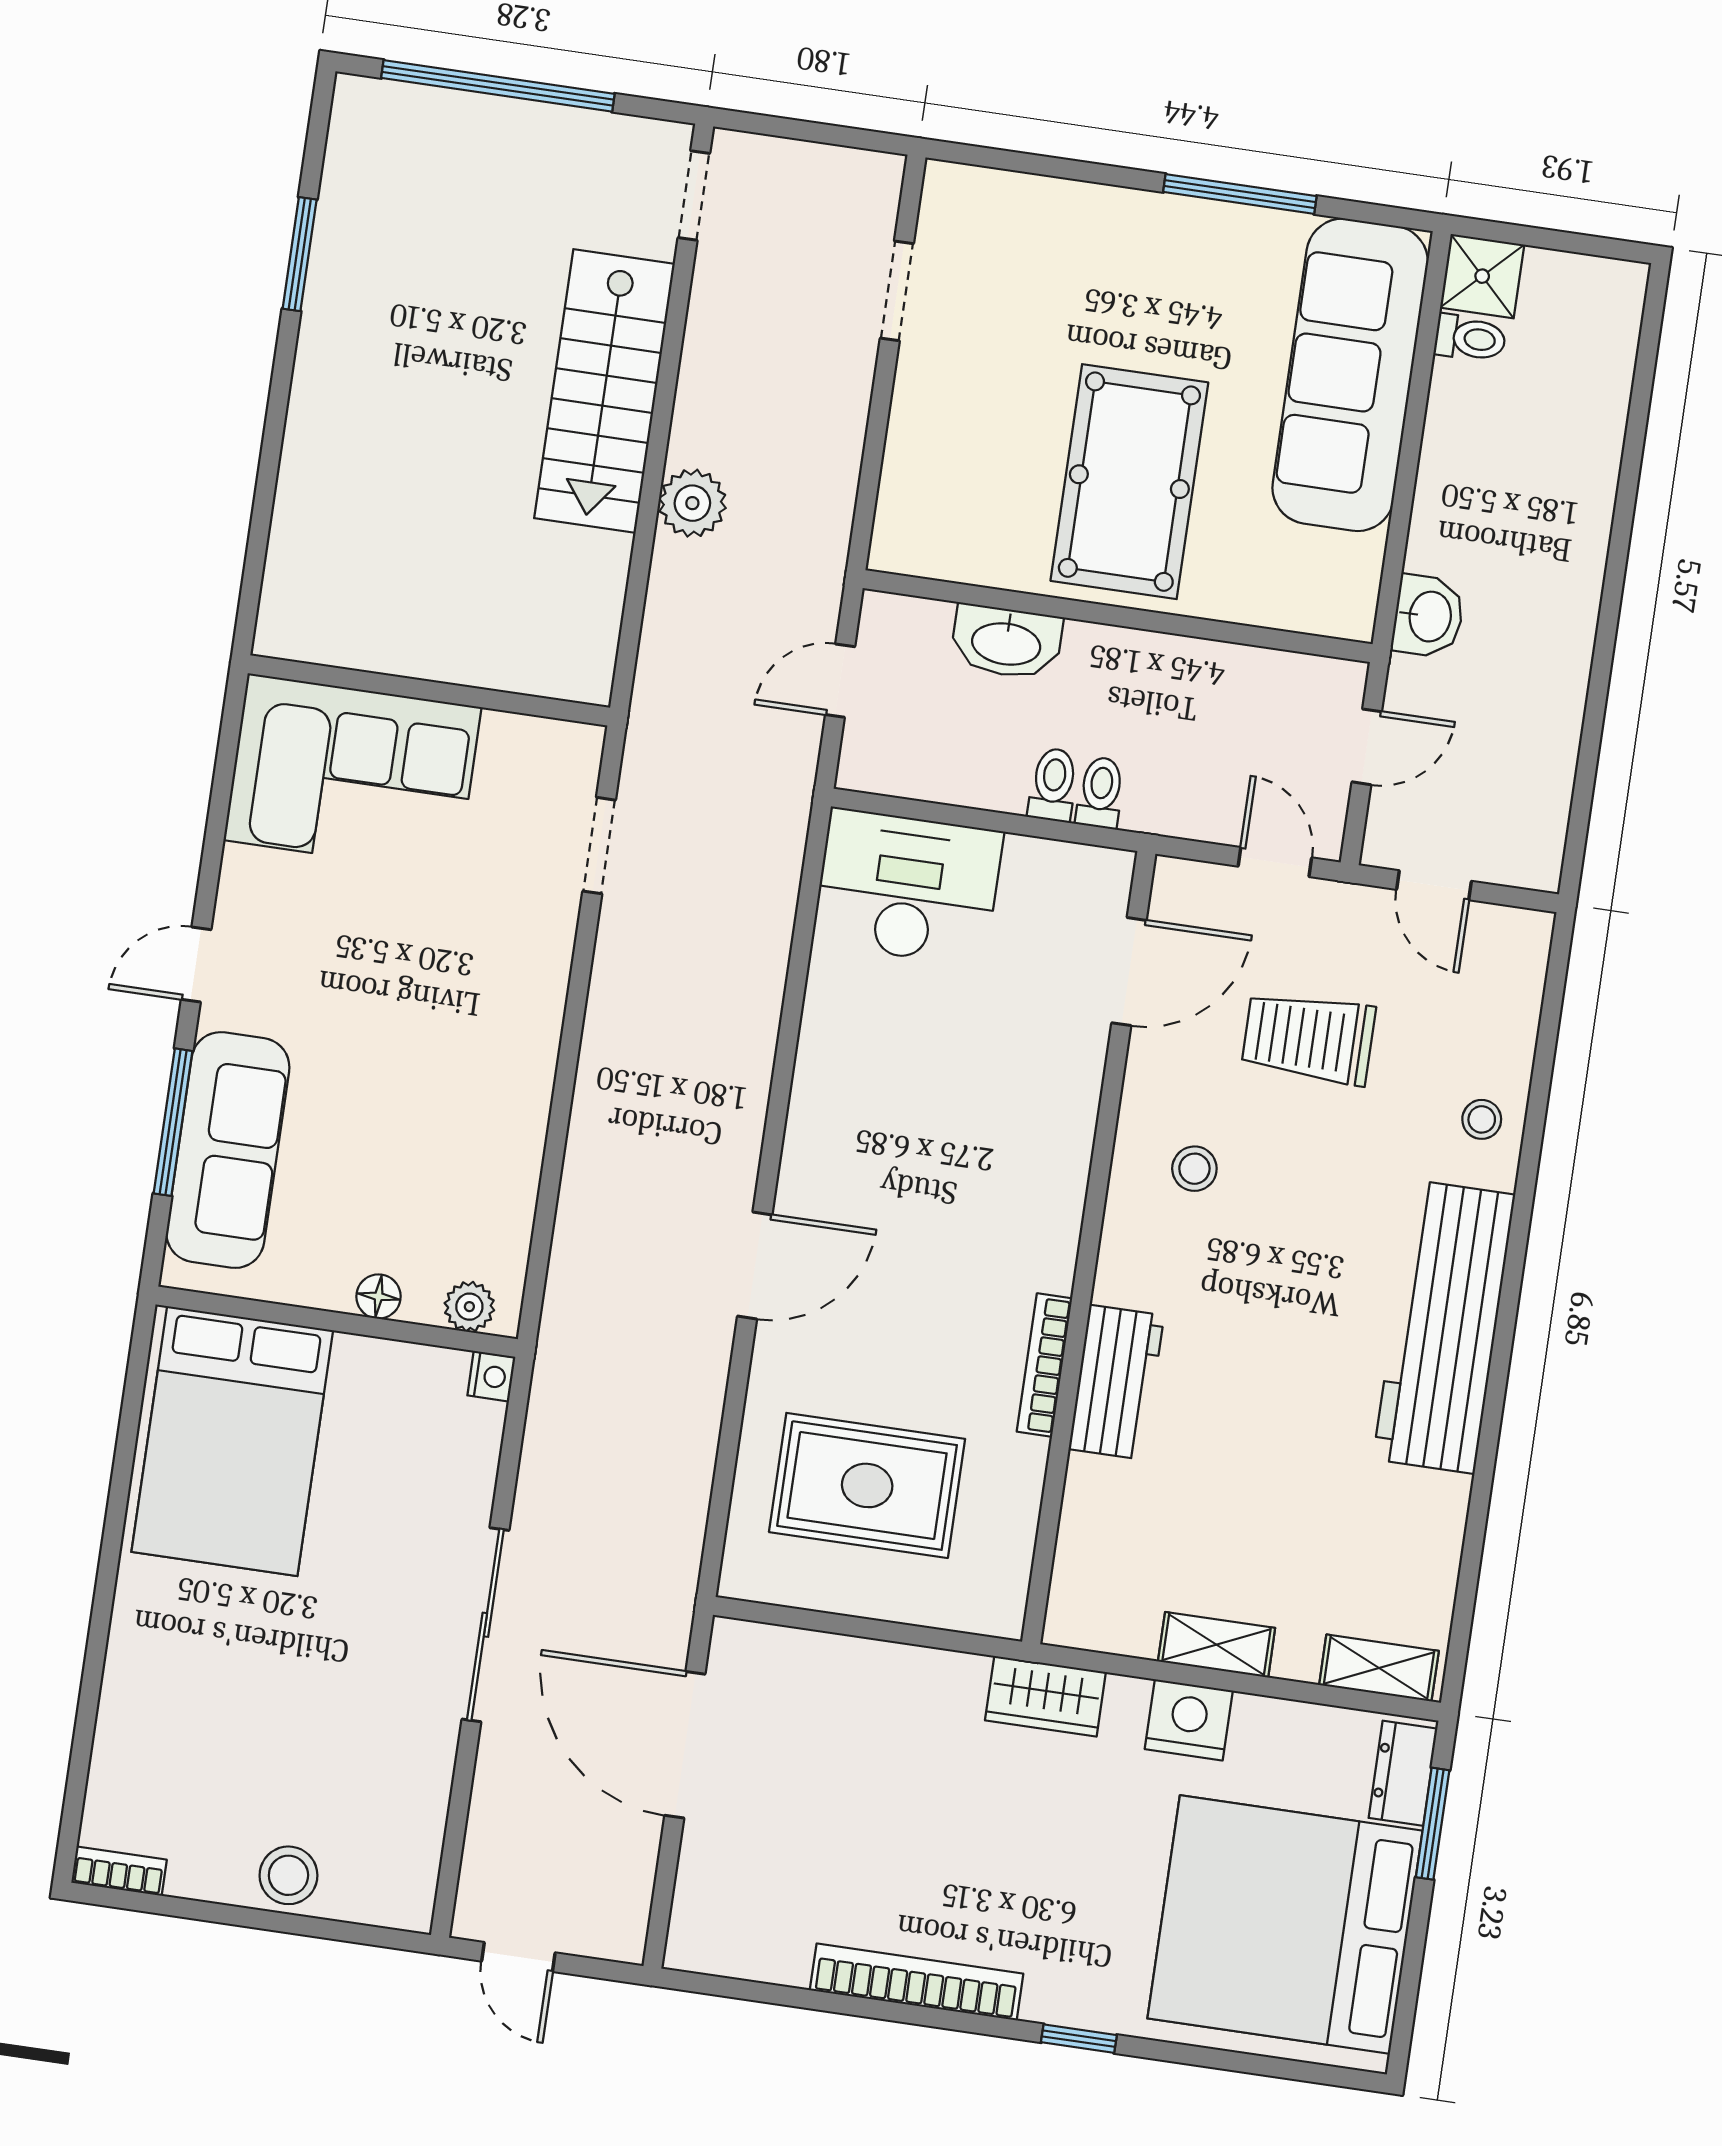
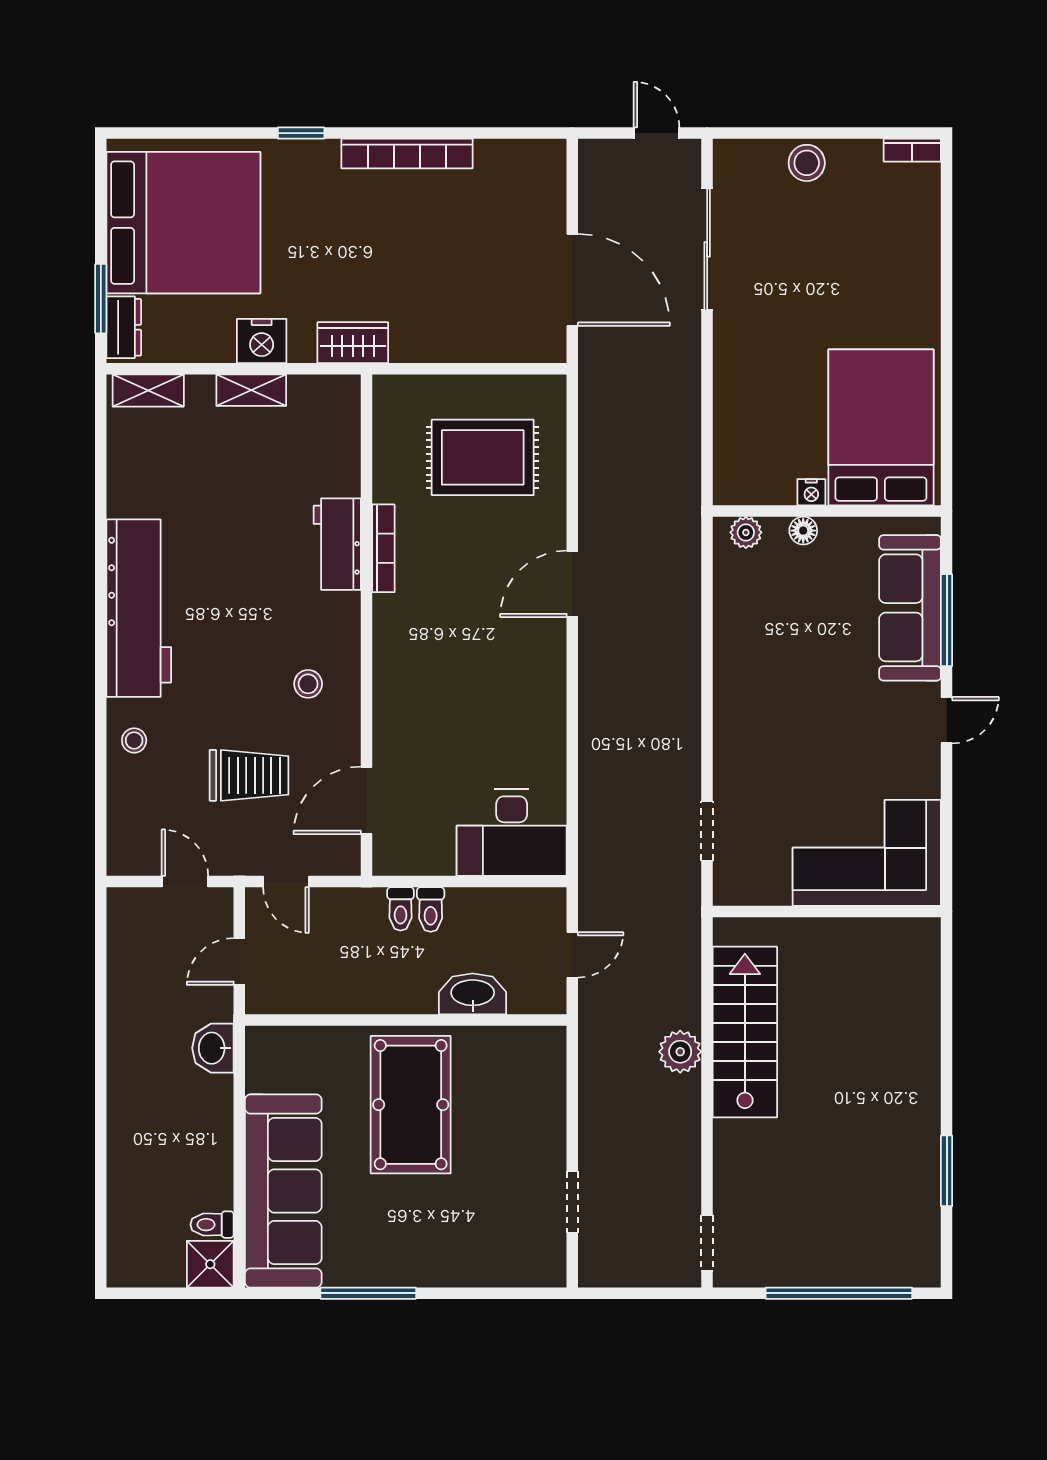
stairs: (605, 391) -> (745, 1032), moved
nightstand: (491, 1376) -> (811, 492), moved, turned -90
sliding door: (485, 1625) -> (707, 249), moved

